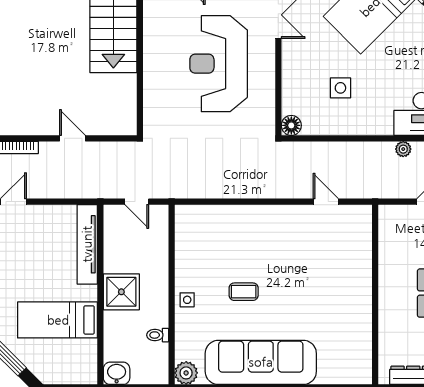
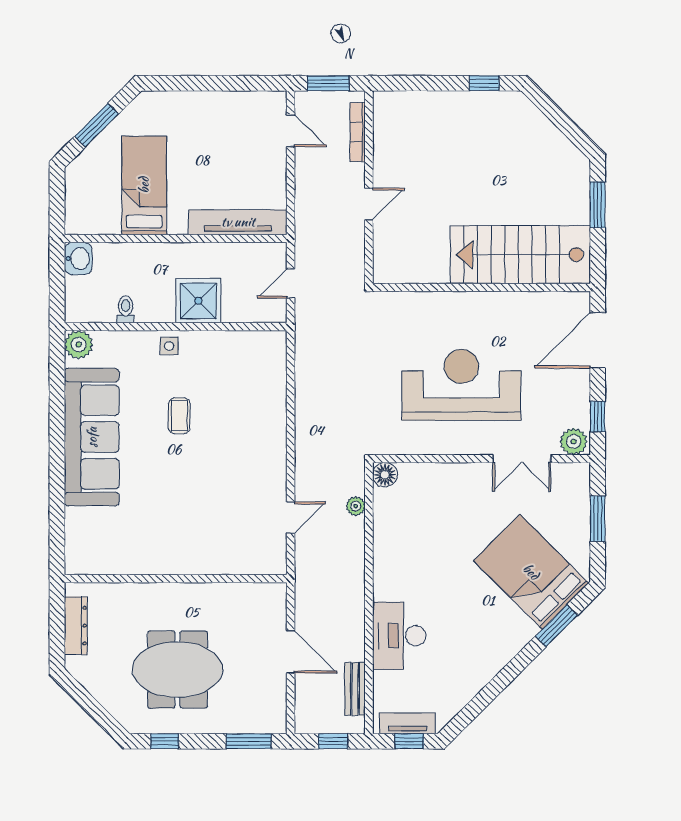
side table: (340, 88) -> (431, 536), removed
plant: (403, 149) -> (356, 506), moved
shower: (121, 292) -> (198, 301), moved

